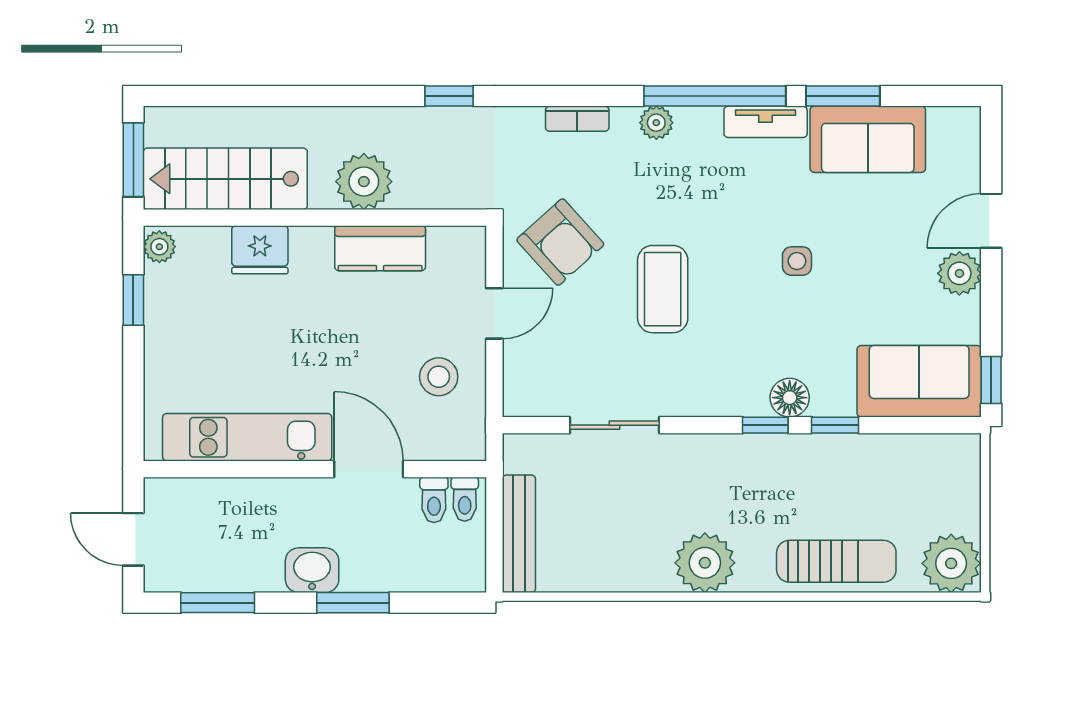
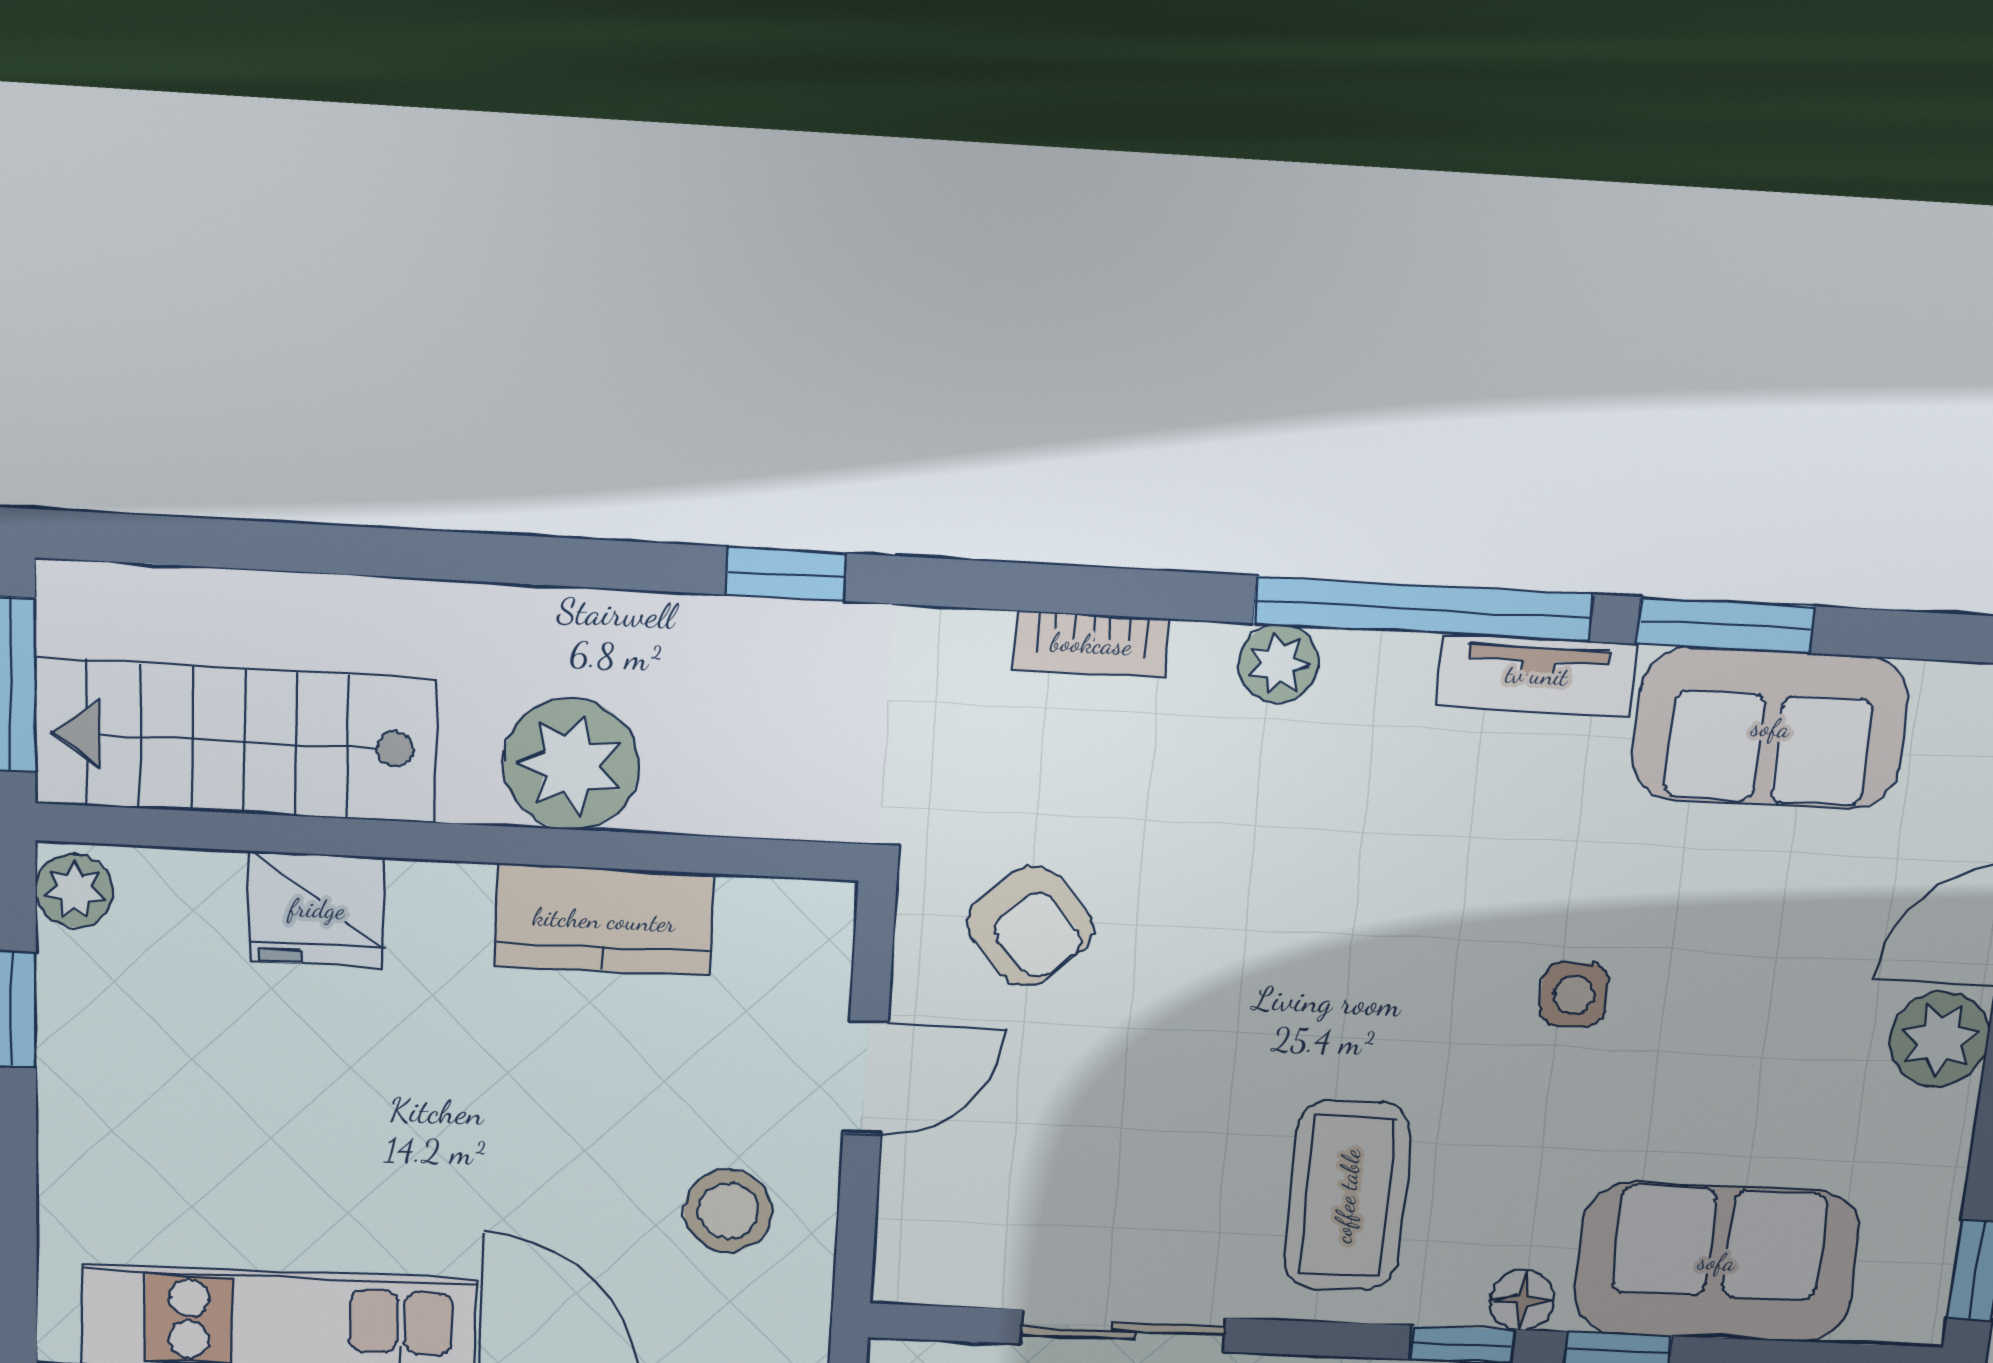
armchair: (560, 242) -> (1030, 926), width x0.72, depth x0.72
coffee table: (663, 289) -> (1347, 1196), moved
sofa: (919, 381) -> (1717, 1262), moved
floor lamp: (790, 398) -> (1522, 1300), width x0.73, depth x0.73

